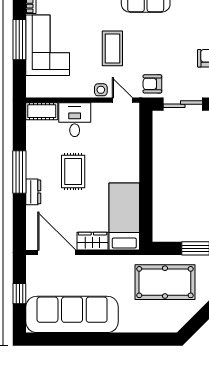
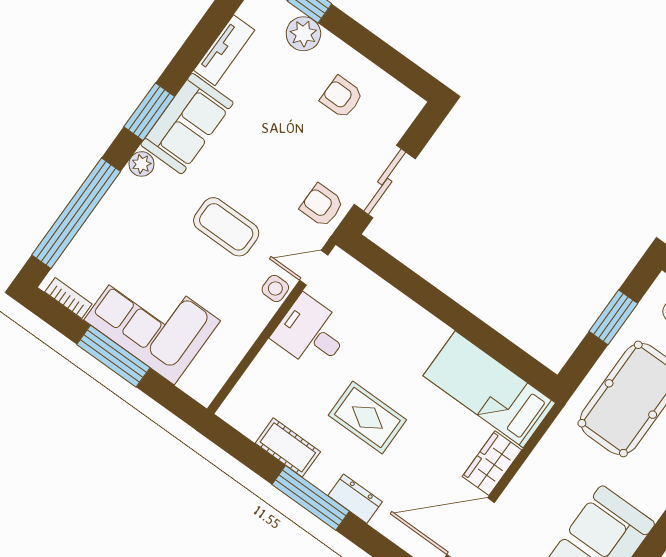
armchair: (152, 84) -> (322, 205), turned 90
cot: (42, 111) -> (288, 447), moved, turned 90
desk: (75, 120) -> (311, 333), moved

